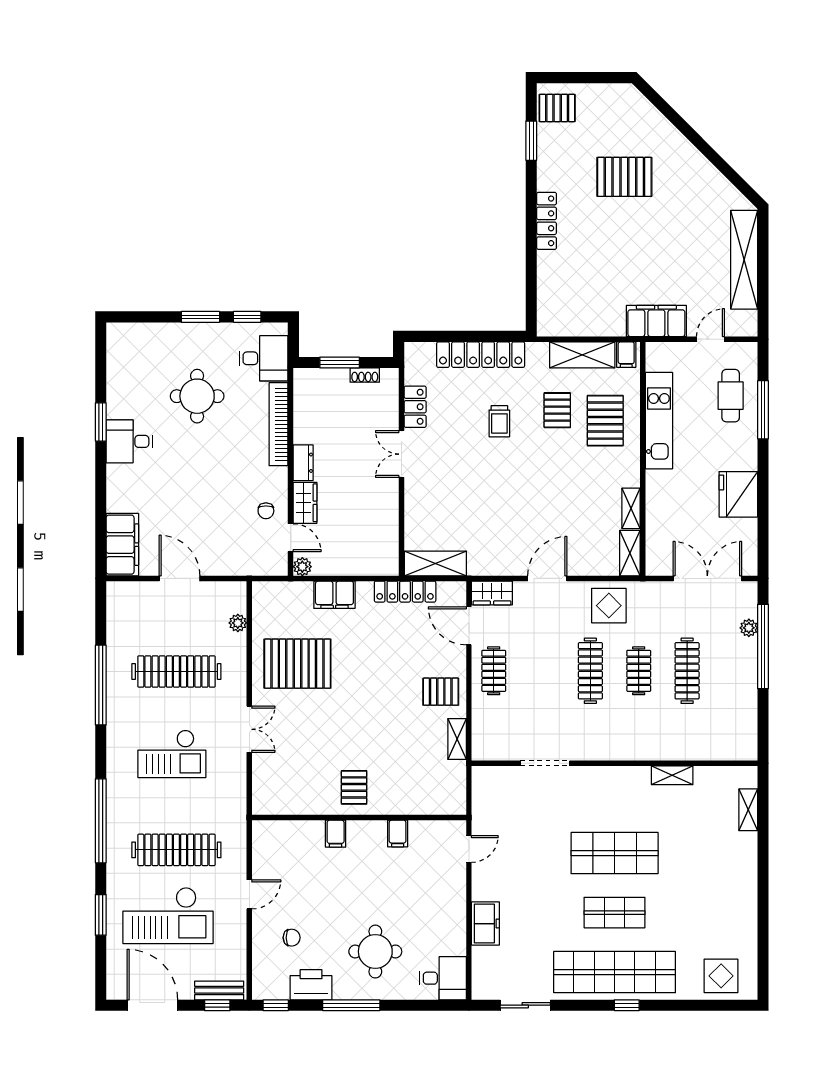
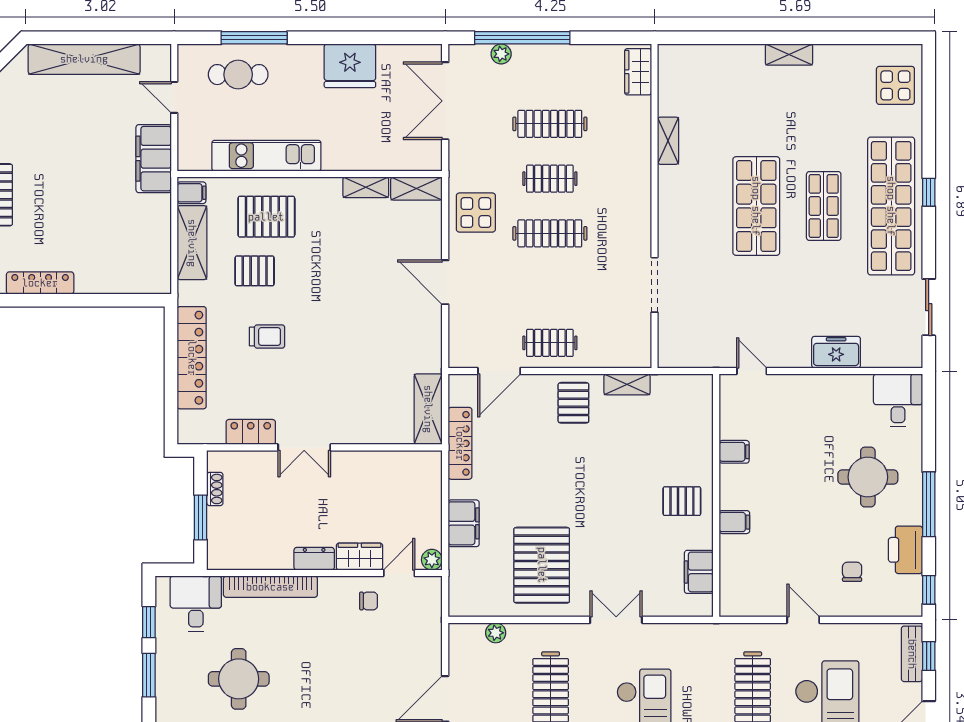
wardrobe: (492, 593) -> (638, 72), moved, turned 180
filing cabinet: (292, 802) -> (699, 572), added
shelving: (748, 810) -> (789, 55), moved

